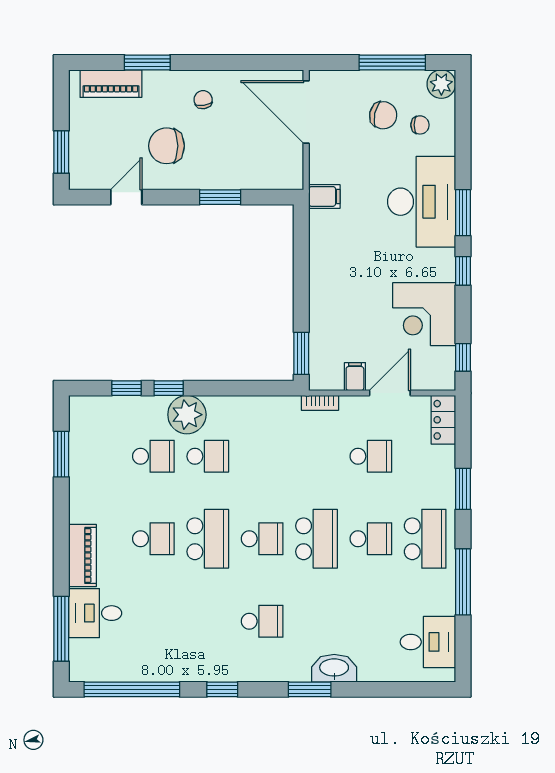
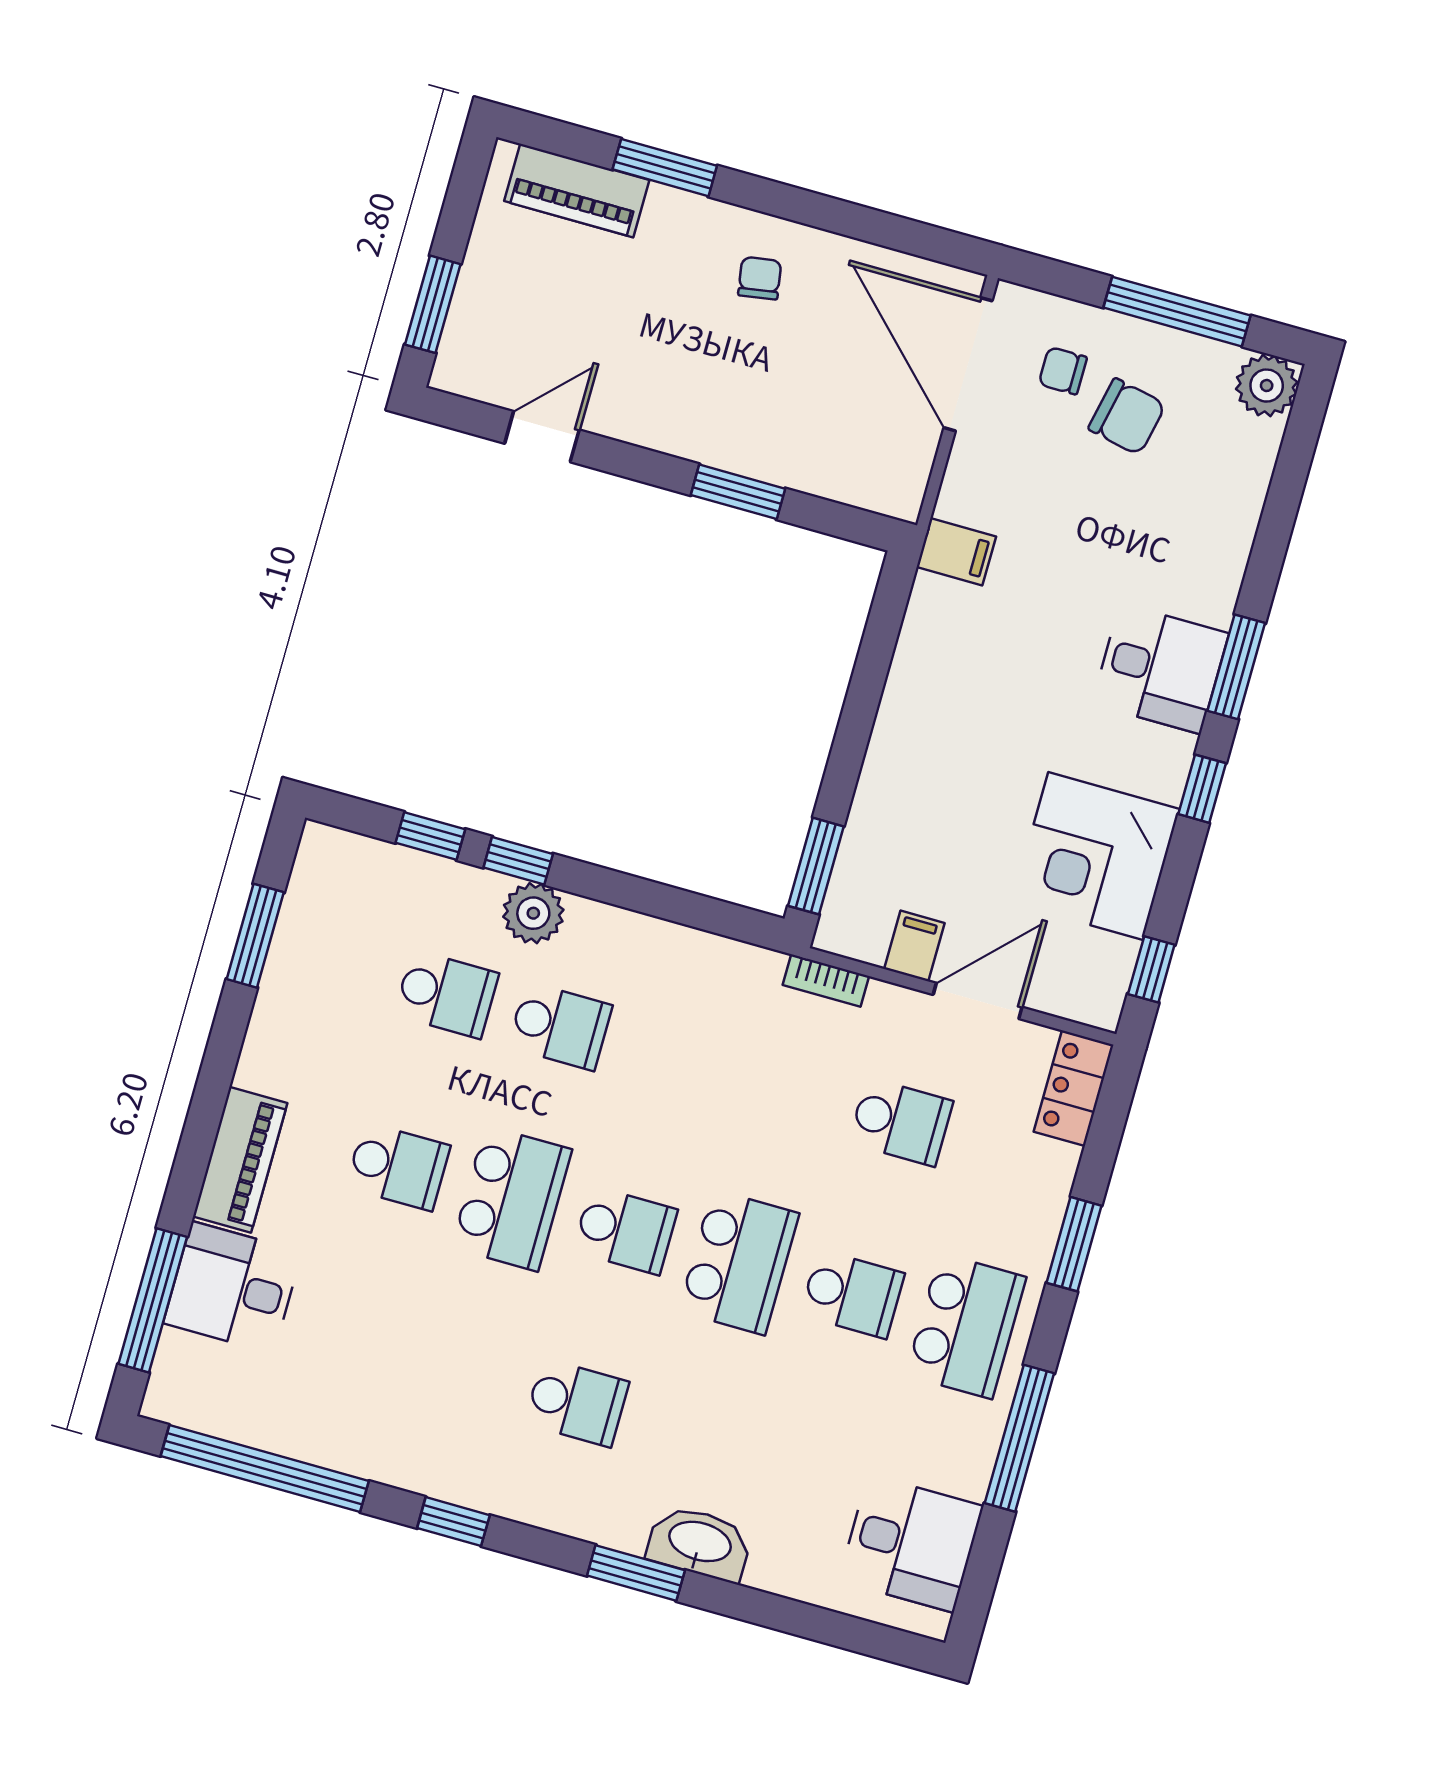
chair: (420, 125) -> (1063, 371), moved, turned 180
chair: (167, 146) -> (656, 353), removed
desk: (422, 202) -> (1160, 669), width x0.53, depth x0.77
plant: (187, 415) -> (533, 913), width x0.73, depth x0.73

